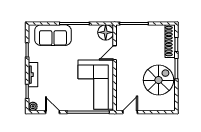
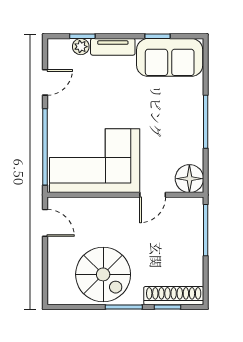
sofa: (53, 35) -> (170, 57), moved, turned -90
door: (115, 53) -> (153, 195), swing flipped
plant: (33, 106) -> (81, 47), moved

